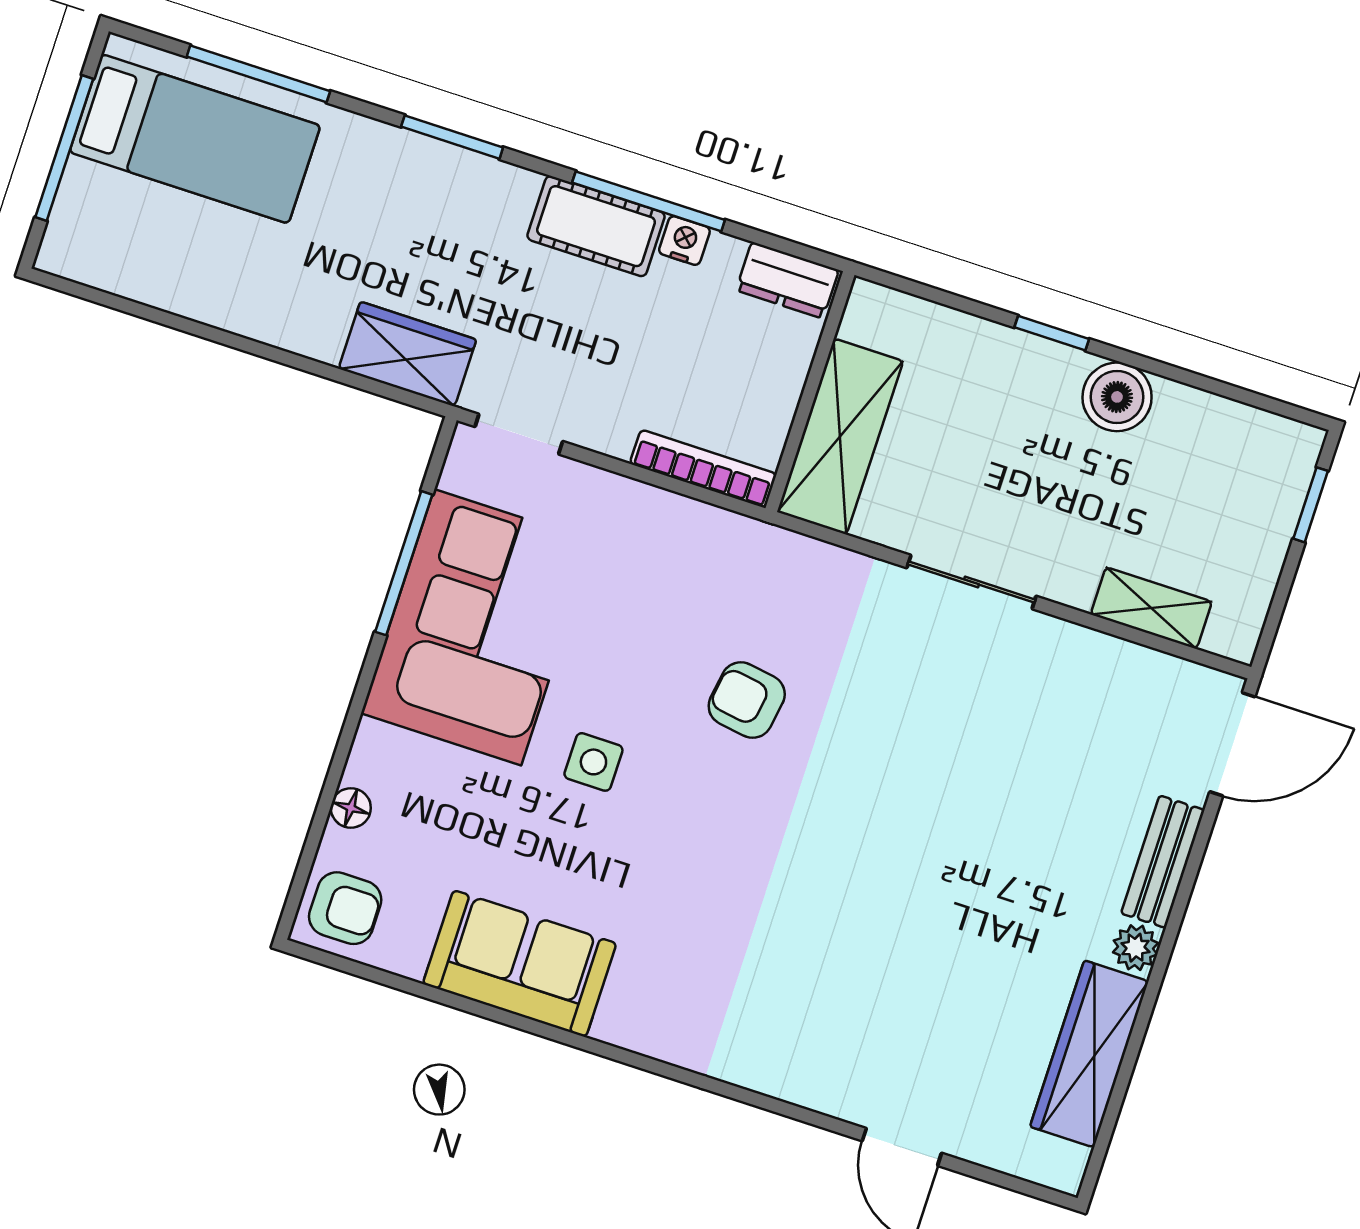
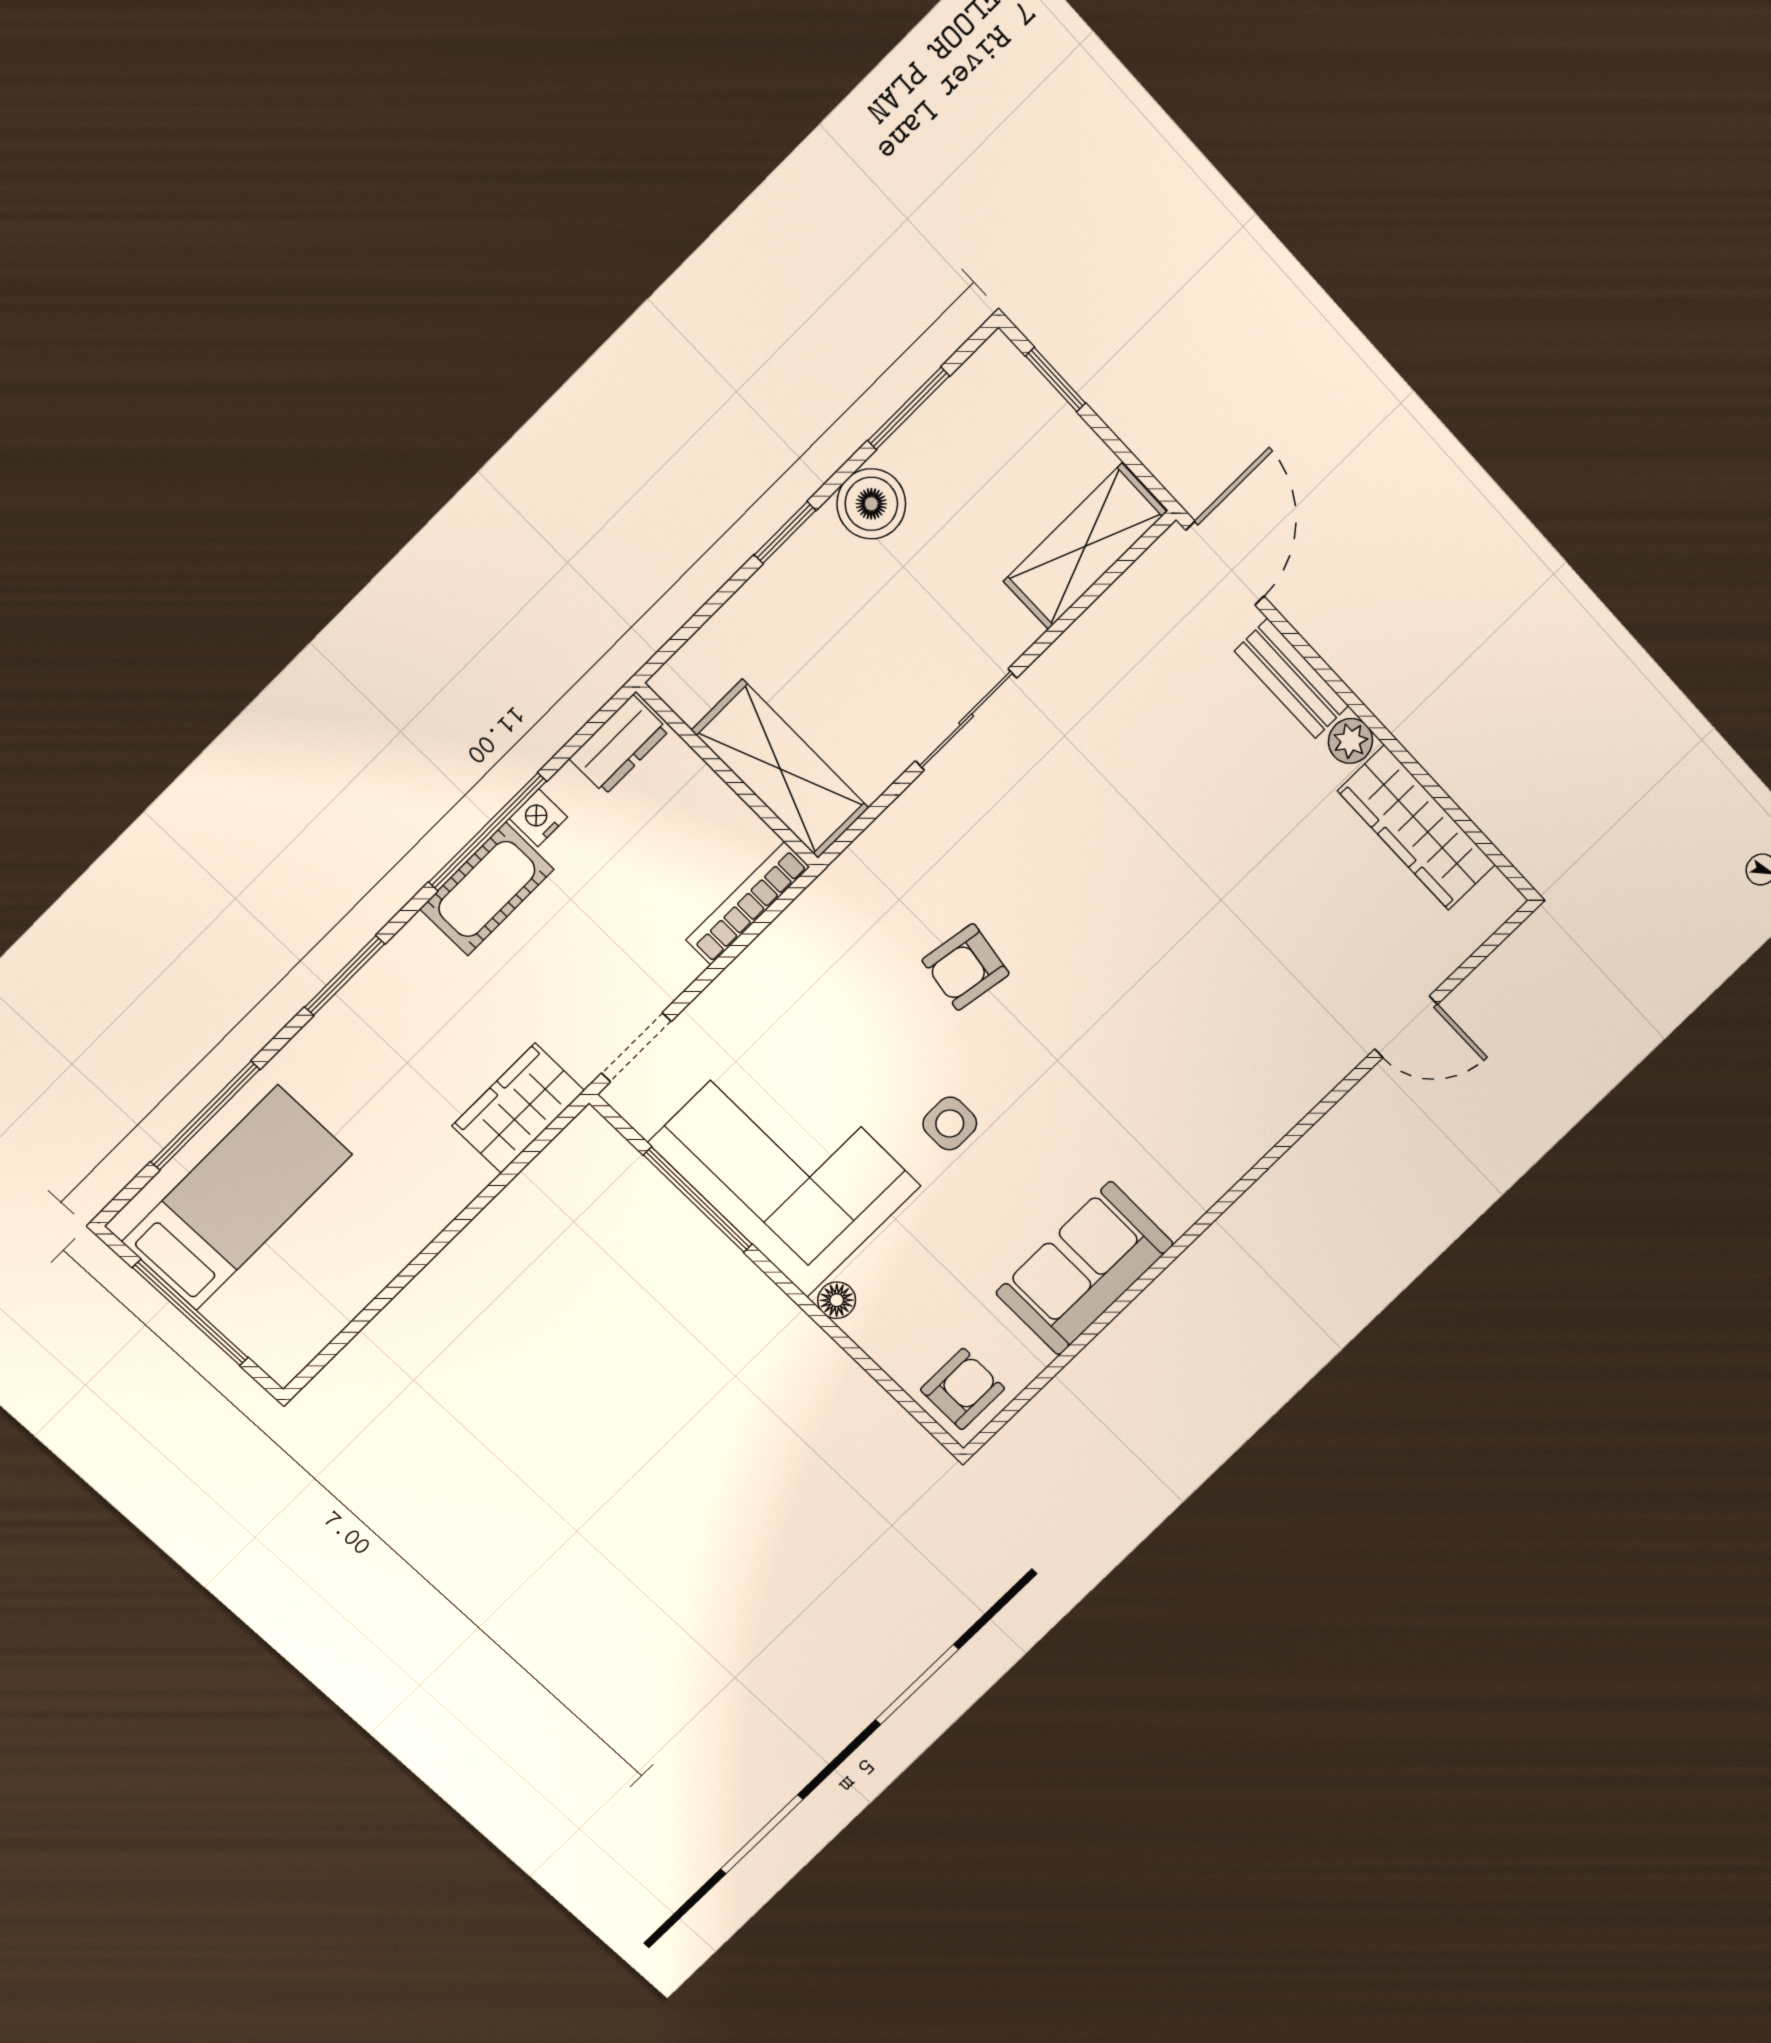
window: (1217, 387) -> (909, 408), added
shelving: (1151, 608) -> (1085, 547), width x1.50, depth x1.33
floor lamp: (351, 808) -> (837, 1300), moved

